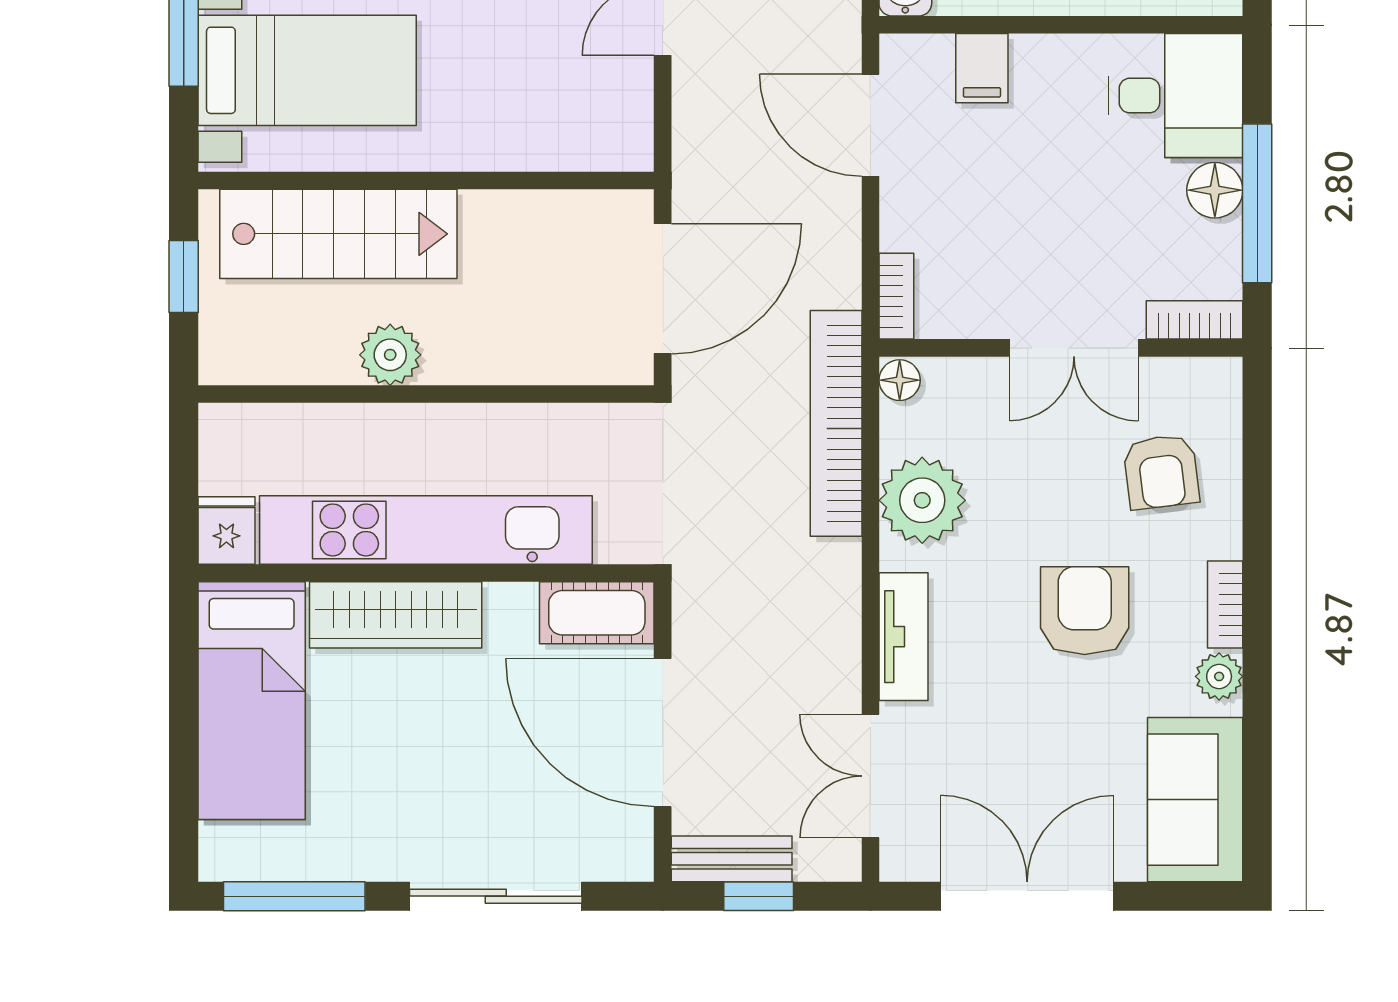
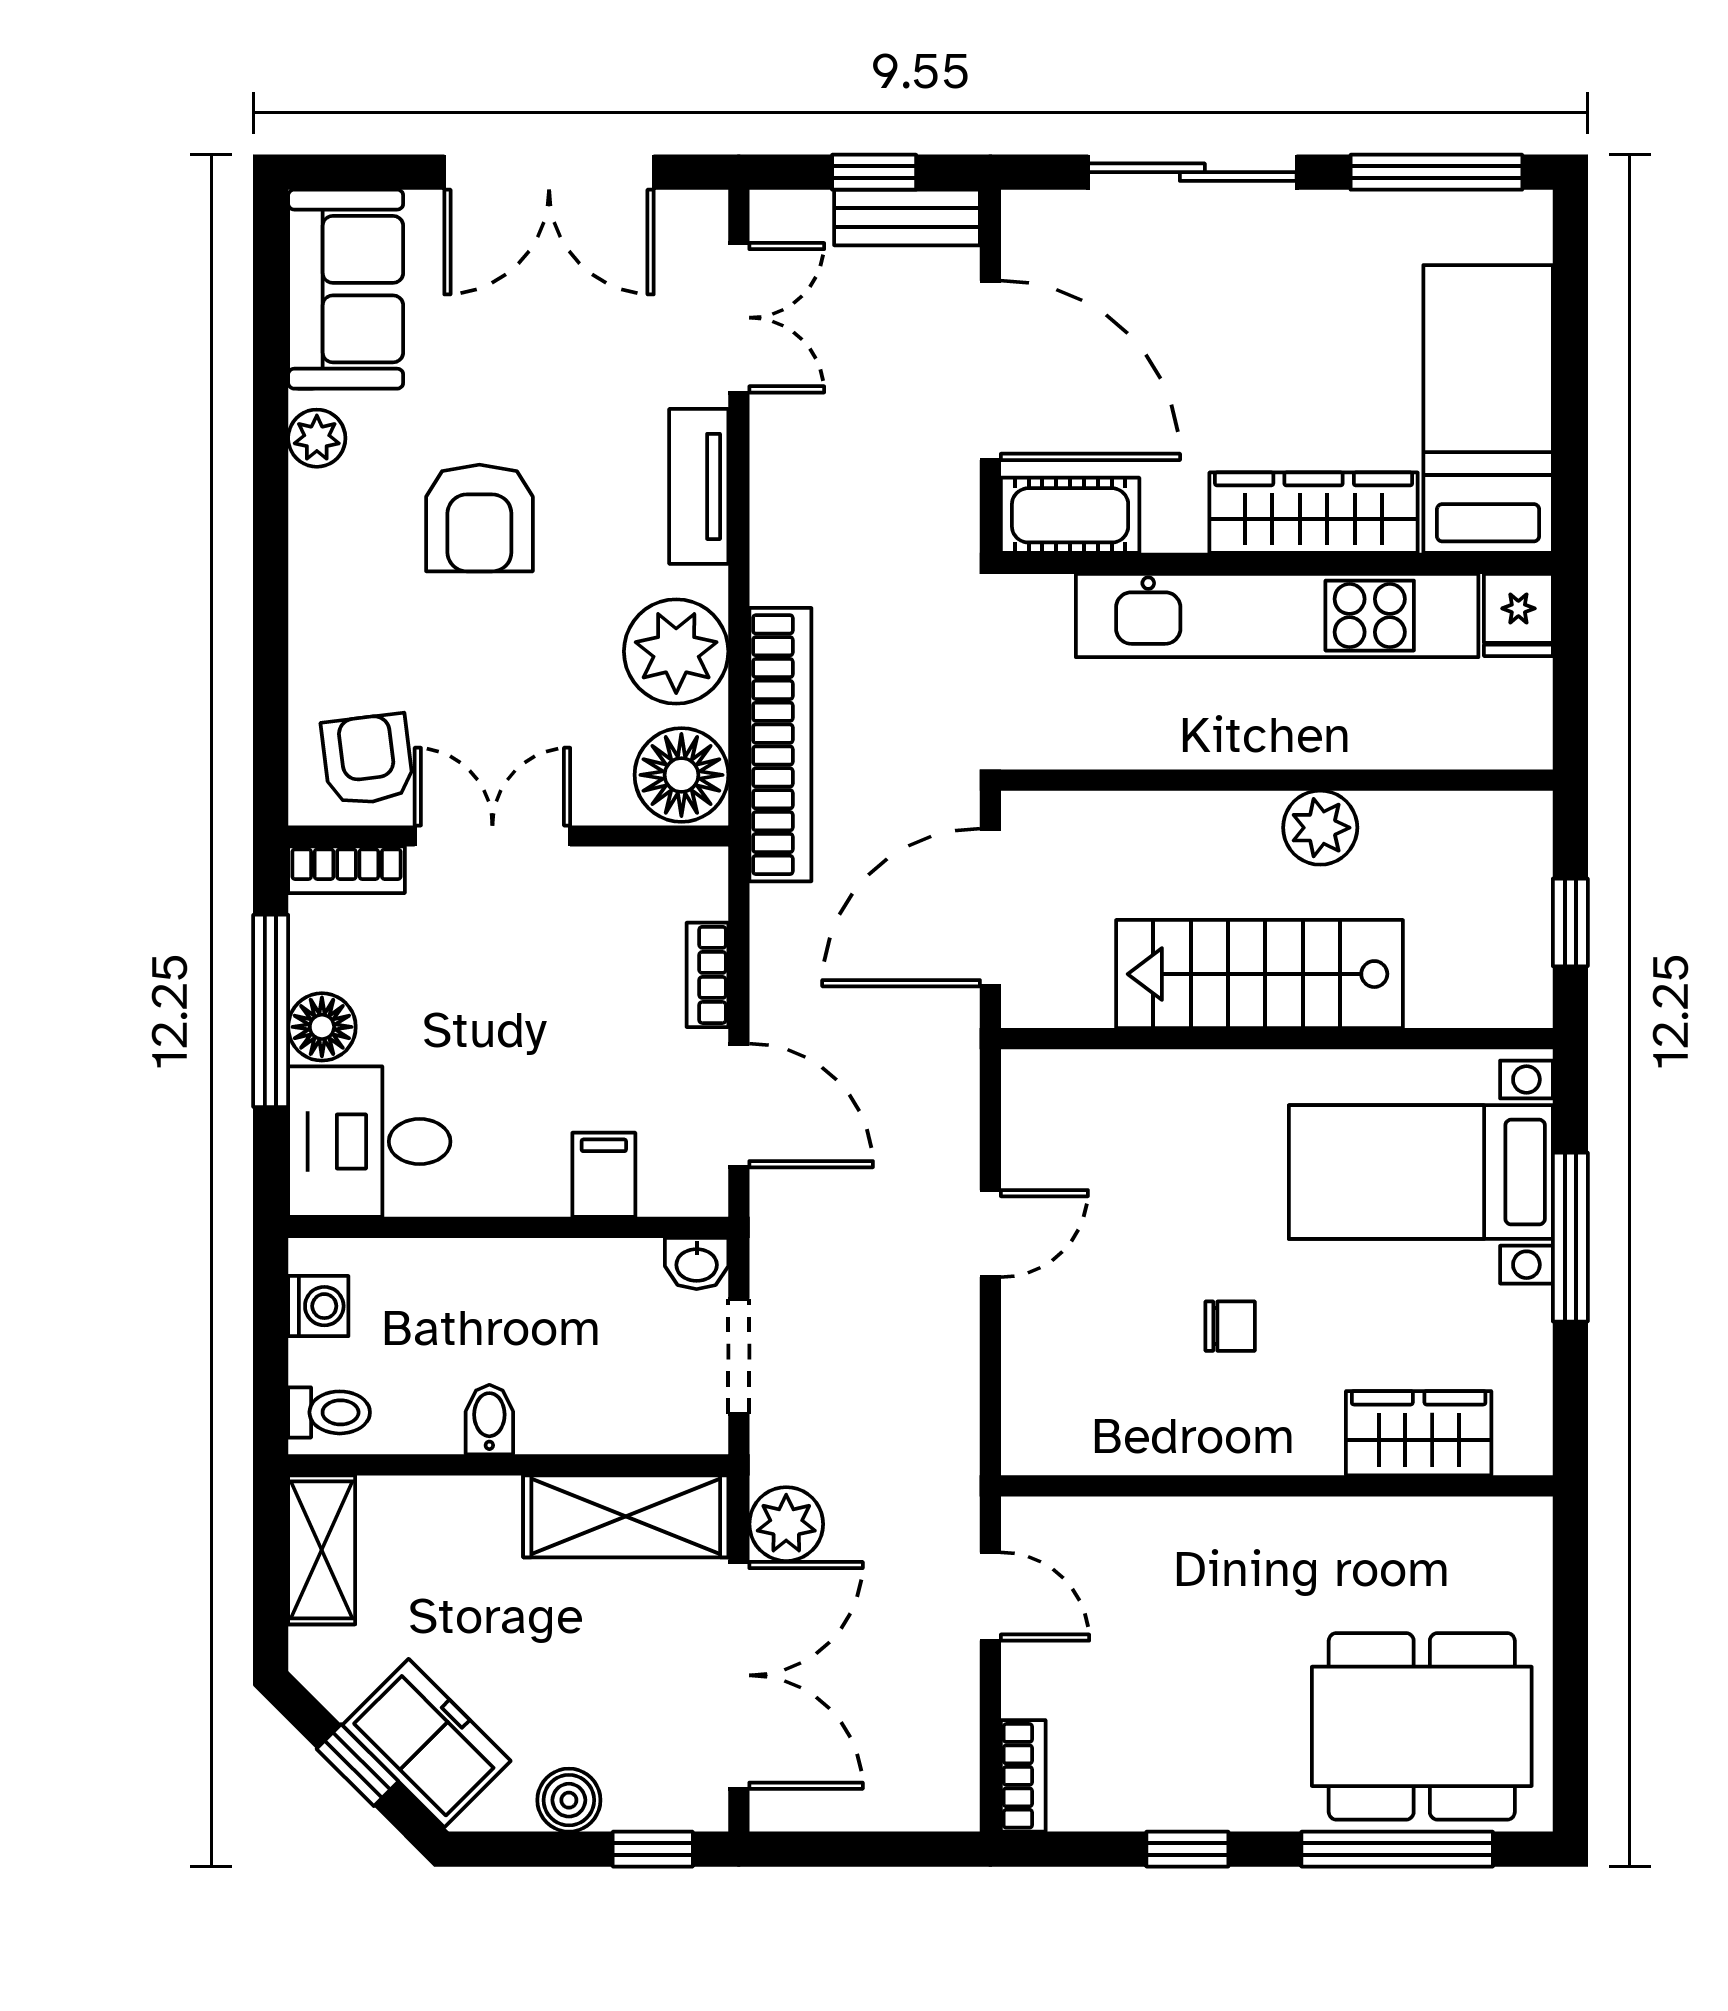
stairs: (338, 234) -> (1260, 974), moved
bookcase: (896, 296) -> (707, 975), moved
floor lamp: (900, 380) -> (681, 775), width x1.89, depth x1.89
armchair: (1161, 472) -> (368, 760), moved
bookcase: (1225, 605) -> (309, 525), removed

